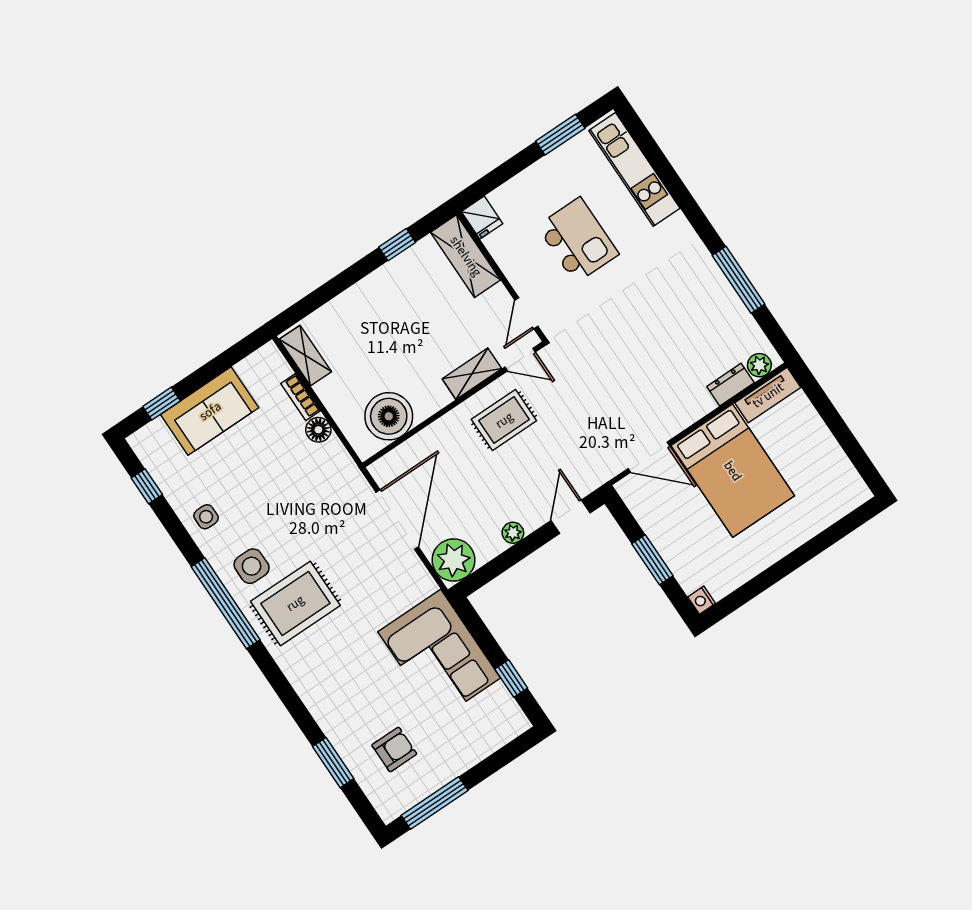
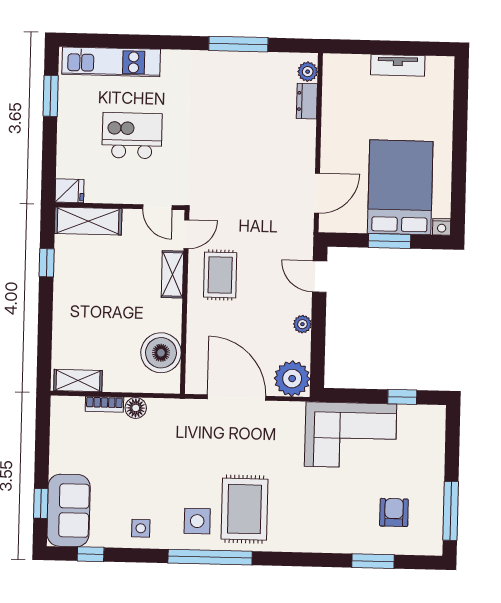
tv unit: (768, 395) -> (398, 65), moved, turned 90
sofa: (210, 411) -> (69, 510), moved
bed: (733, 471) -> (400, 187), moved, turned -90

